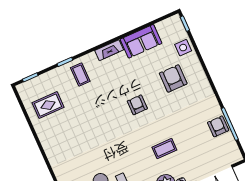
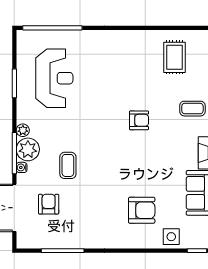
armchair: (137, 105) -> (139, 120), moved
armchair: (218, 126) -> (49, 204), moved, turned -90

